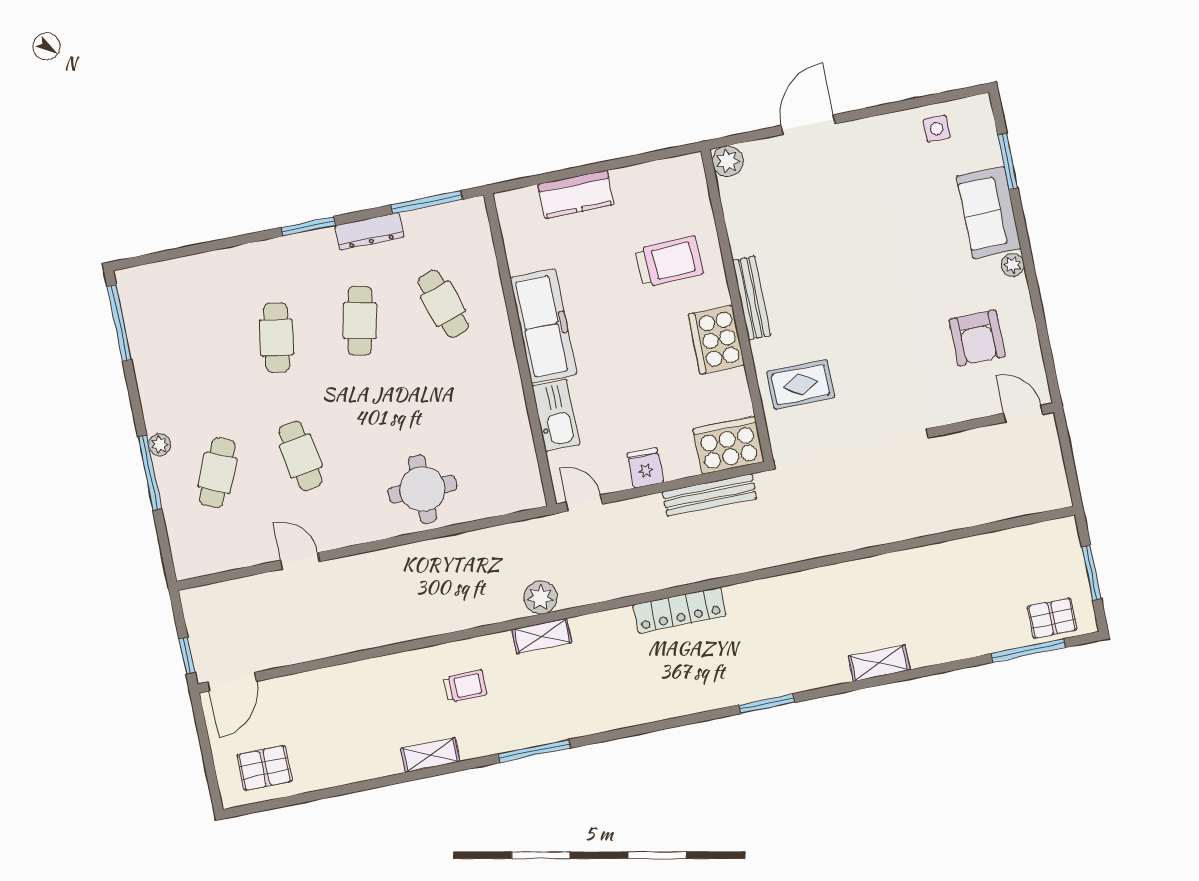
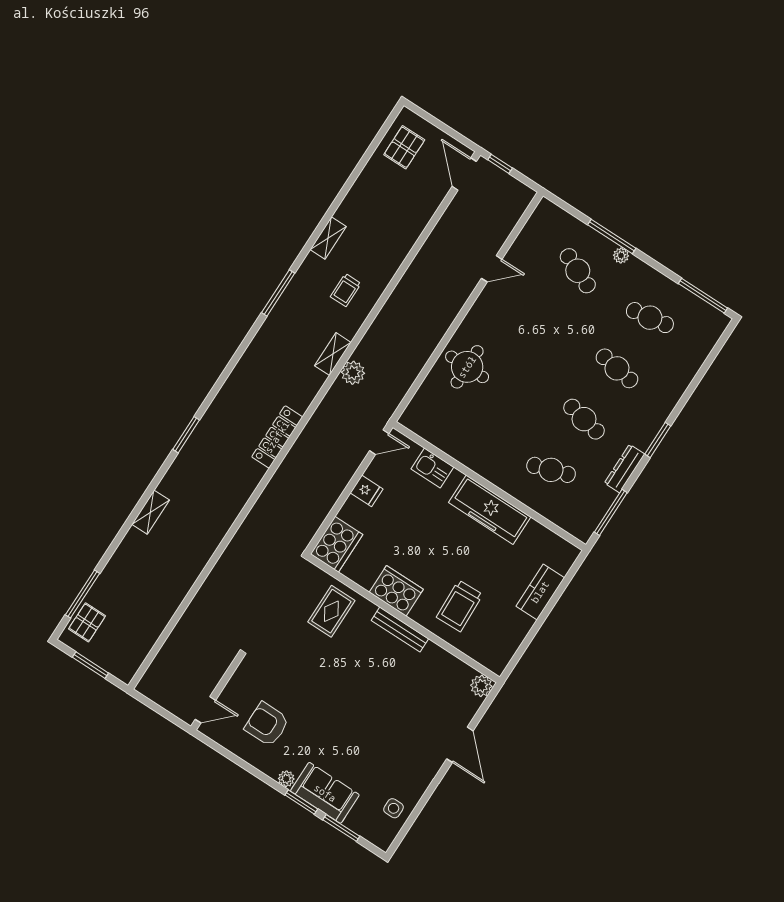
window: (1021, 227) -> (301, 802), added
kitchen sink: (556, 415) -> (432, 468), width x0.73
cafe table: (301, 456) -> (650, 318), moved
bench: (709, 495) -> (321, 510), removed

